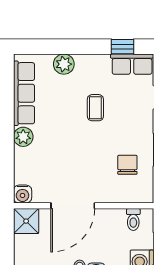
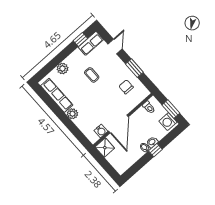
water cooler: (23, 194) -> (101, 131), moved

